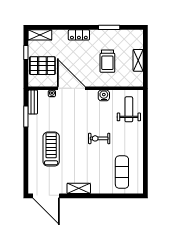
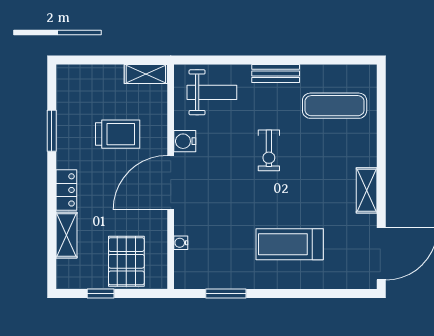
shelving: (40, 35) -> (66, 235), moved
shelving: (138, 60) -> (146, 74), moved
door: (71, 88) -> (171, 183), moved
bench: (33, 102) -> (276, 73), moved
weight bench: (129, 109) -> (212, 92), turned 180

